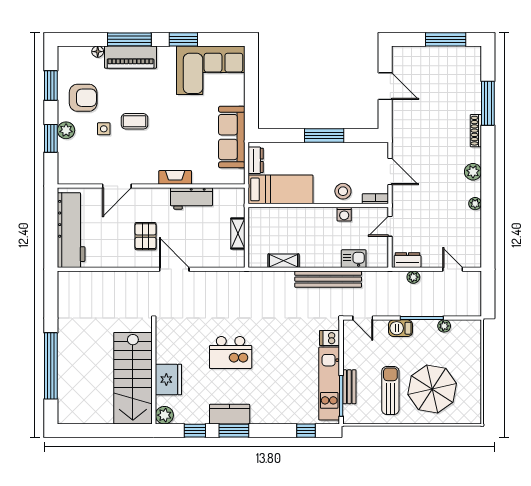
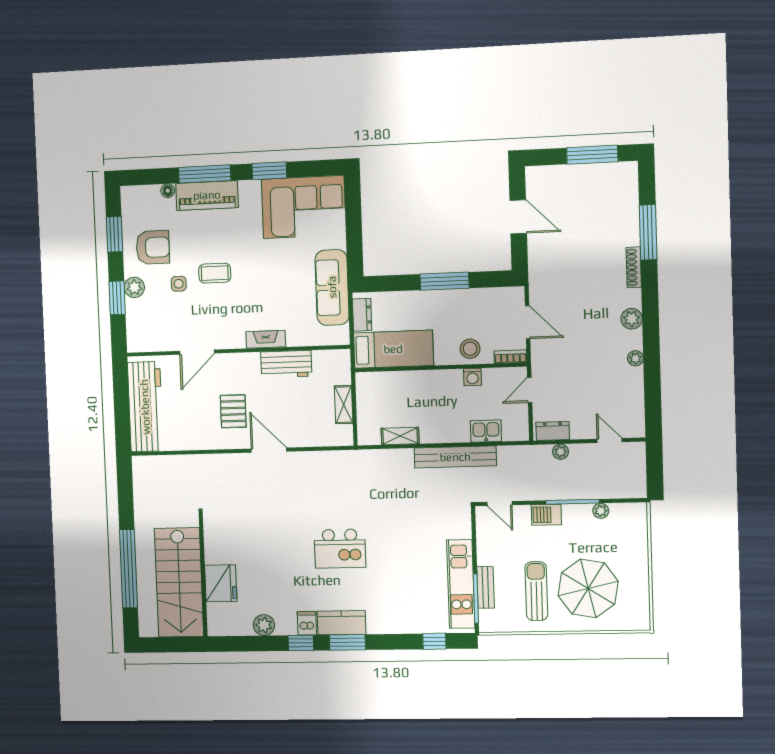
dishwasher: (330, 338) -> (307, 623), moved, turned 90
wall: (154, 372) -> (203, 575), moved
stairs: (133, 378) -> (179, 582), moved
fridge: (168, 379) -> (221, 583), moved

